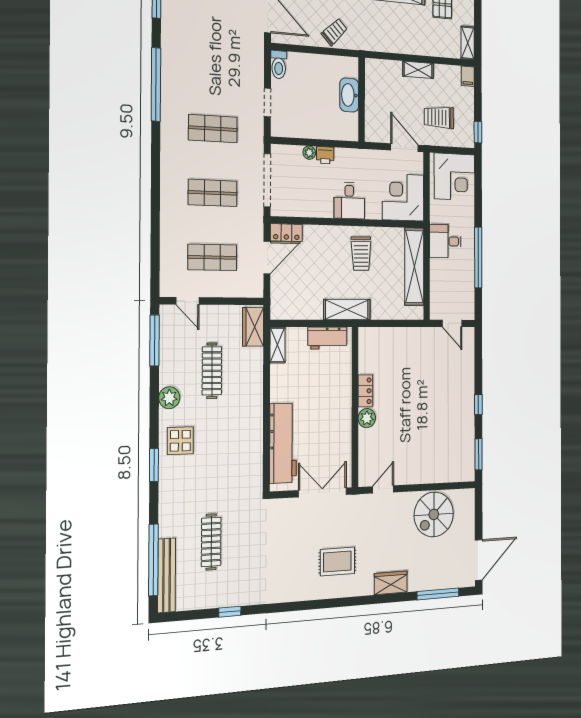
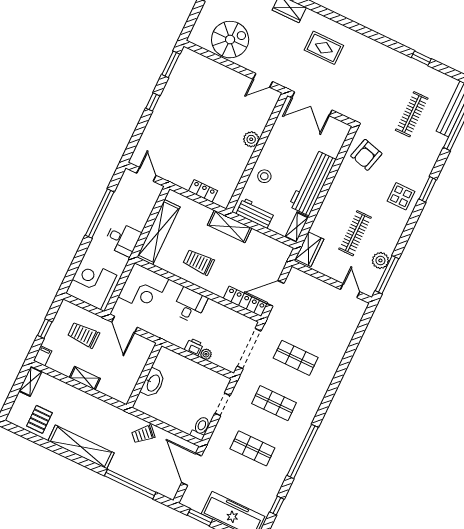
trolley: (439, 117) -> (83, 335), turned 180
window: (478, 132) -> (45, 329), moved
locker: (286, 233) -> (245, 301), width x1.53
trolley: (361, 254) -> (199, 262), turned -89
shop shelf: (212, 257) -> (252, 448), moved
stool: (336, 384) -> (264, 176), added
locker: (365, 391) -> (203, 191), moved, turned 90
plant: (169, 398) -> (380, 260), moved
workbench: (283, 443) -> (312, 183), moved
armchair: (240, 468) -> (366, 155), added

